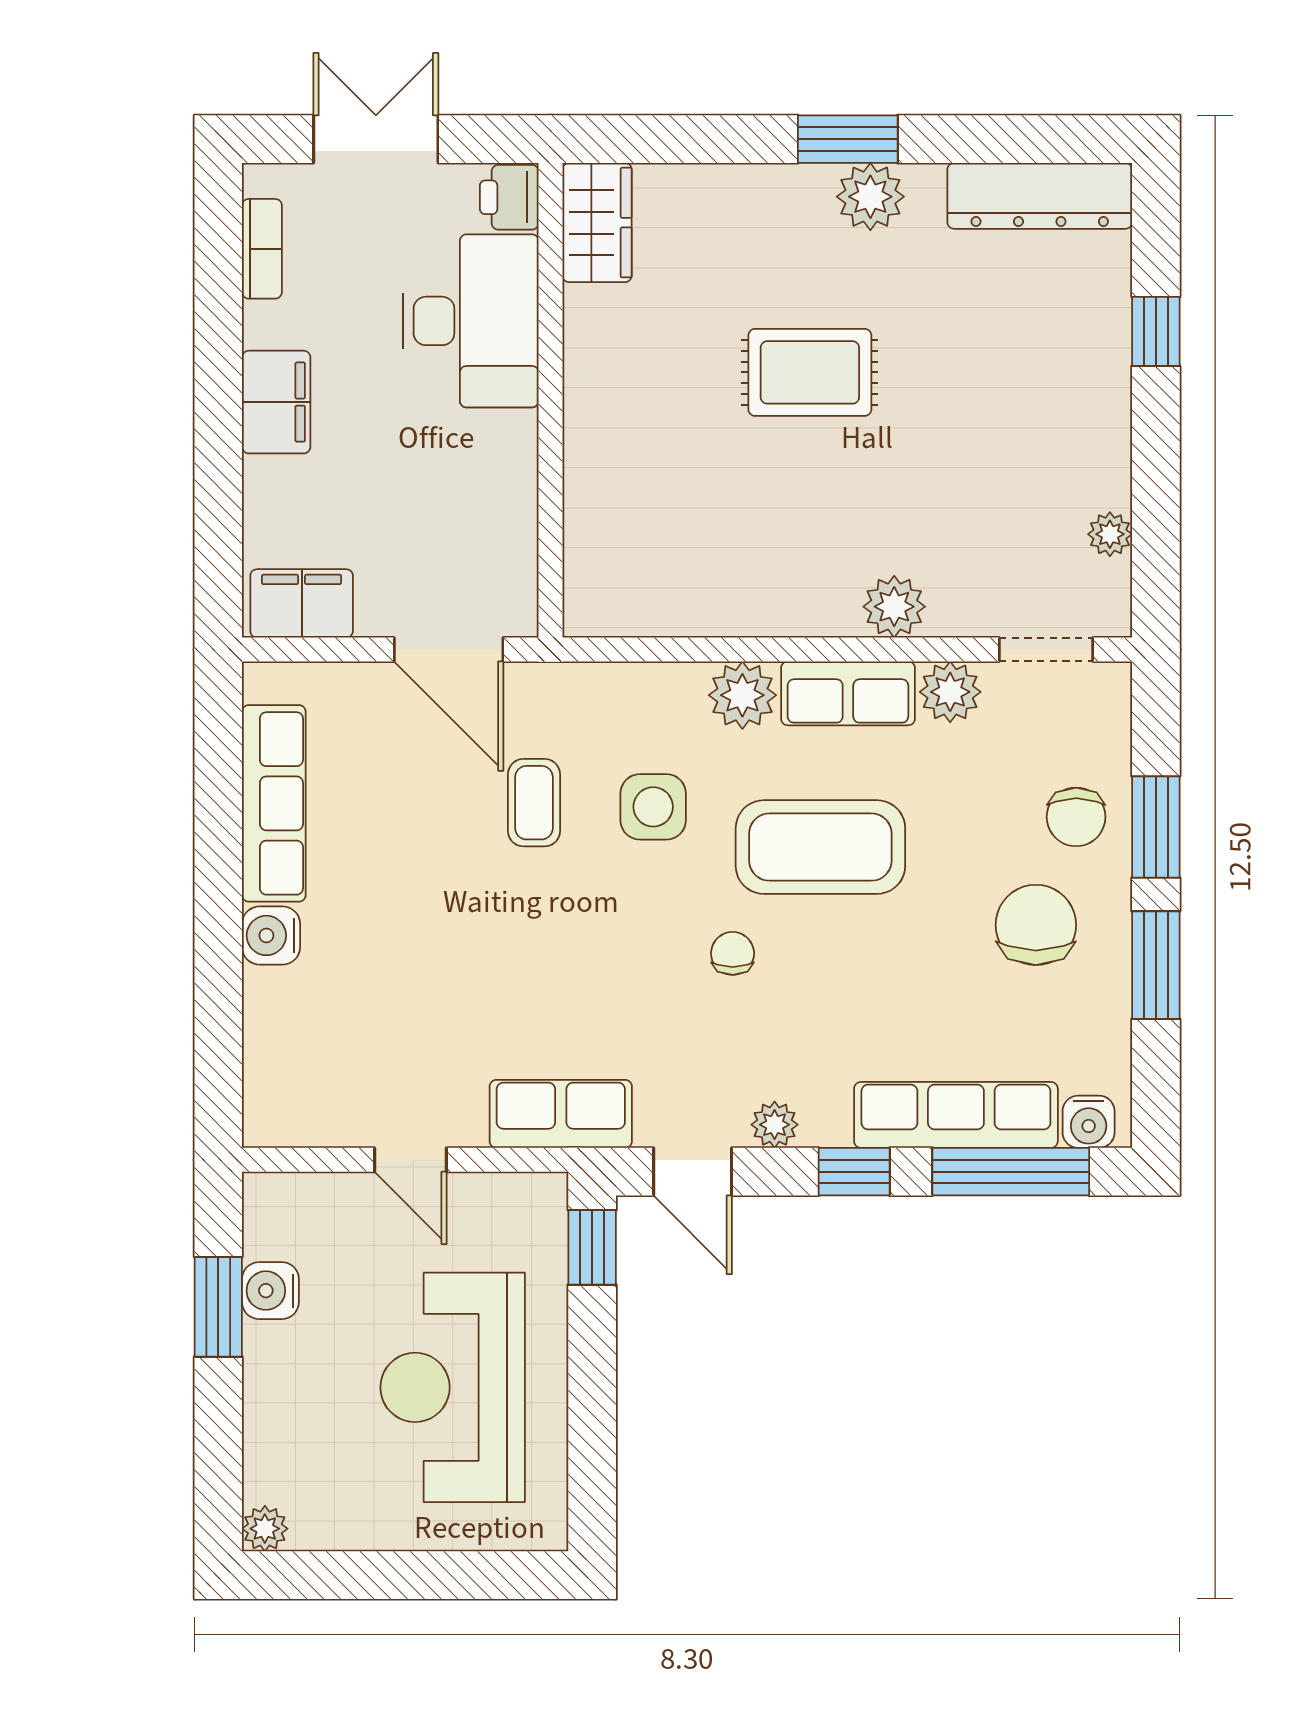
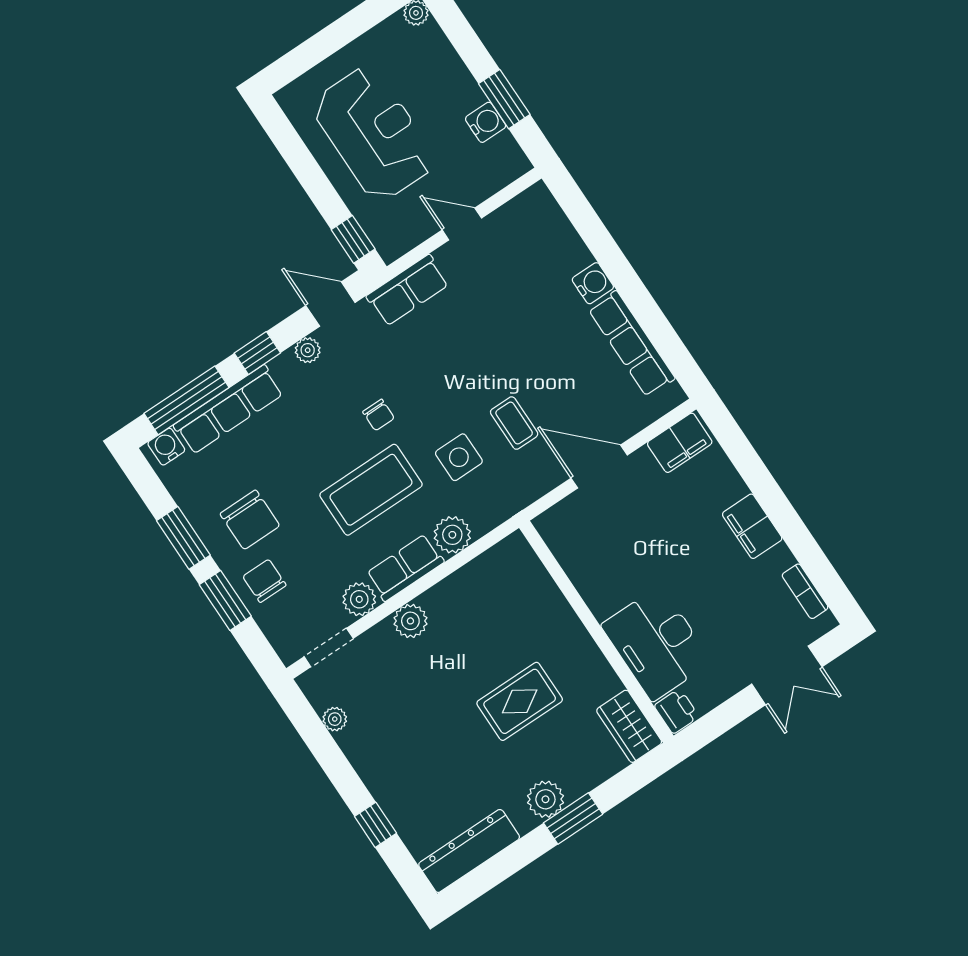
printer: (509, 197) -> (677, 711), moved
wardrobe: (597, 223) -> (629, 726), moved
desk: (471, 321) -> (656, 643), moved
wall: (551, 400) -> (596, 632), moved

